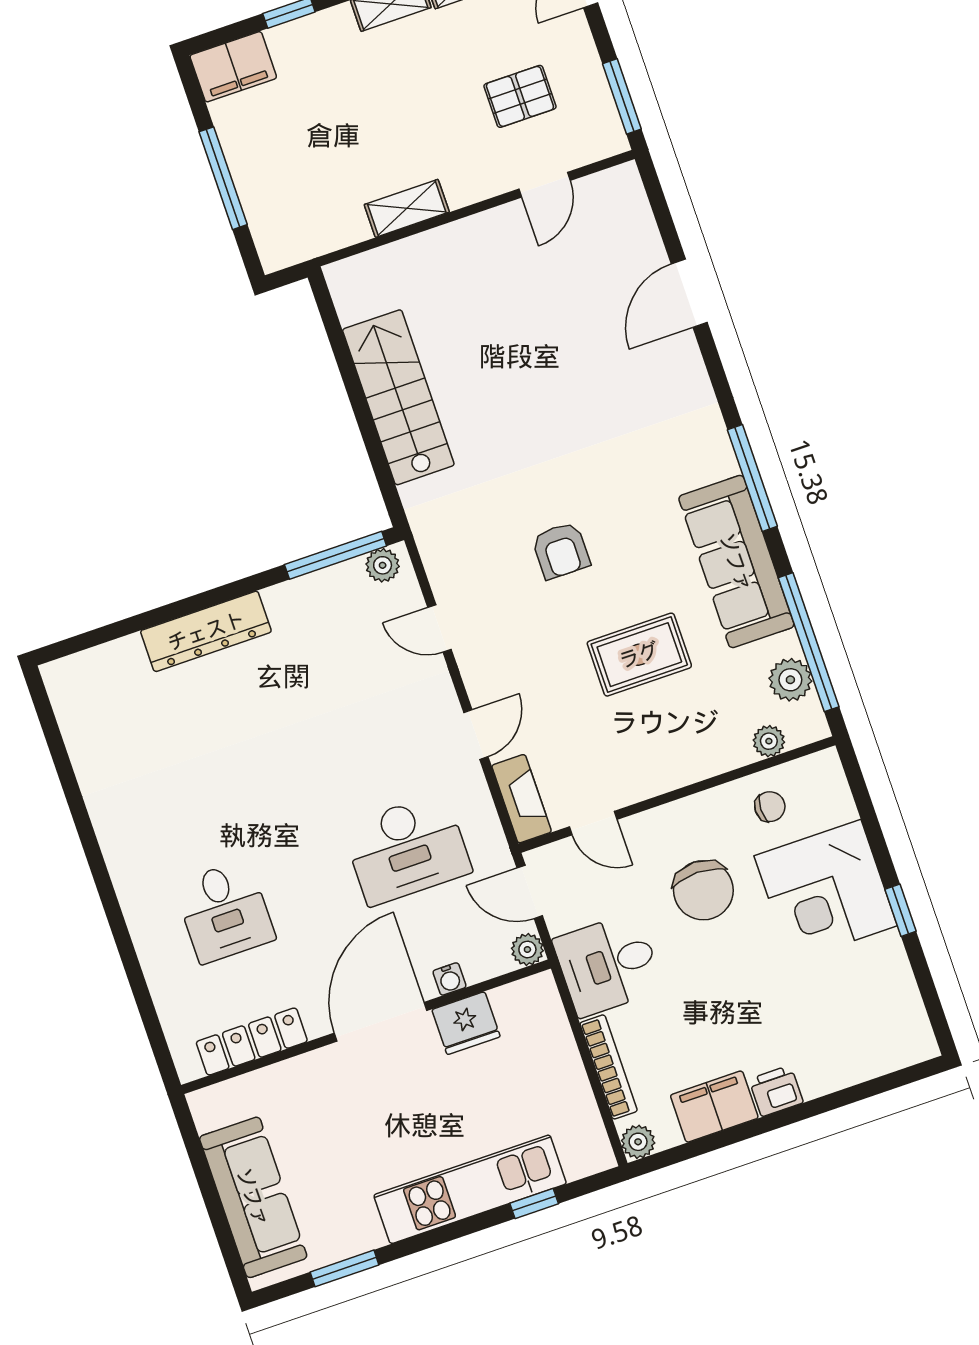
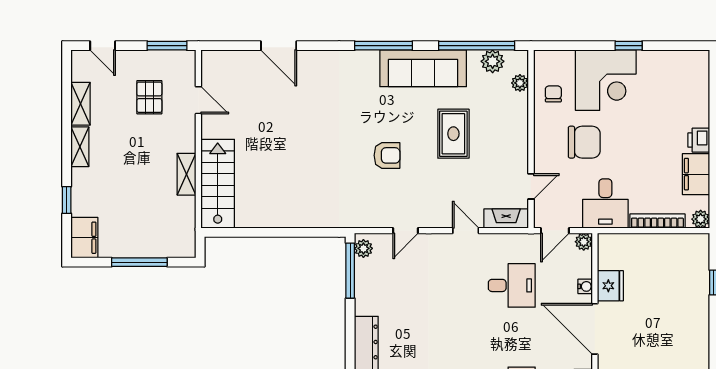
stairs: (398, 397) -> (218, 184), moved, turned 90
desk: (407, 849) -> (512, 285), width x0.73
kitchen unit: (470, 1189) -> (695, 313), removed

